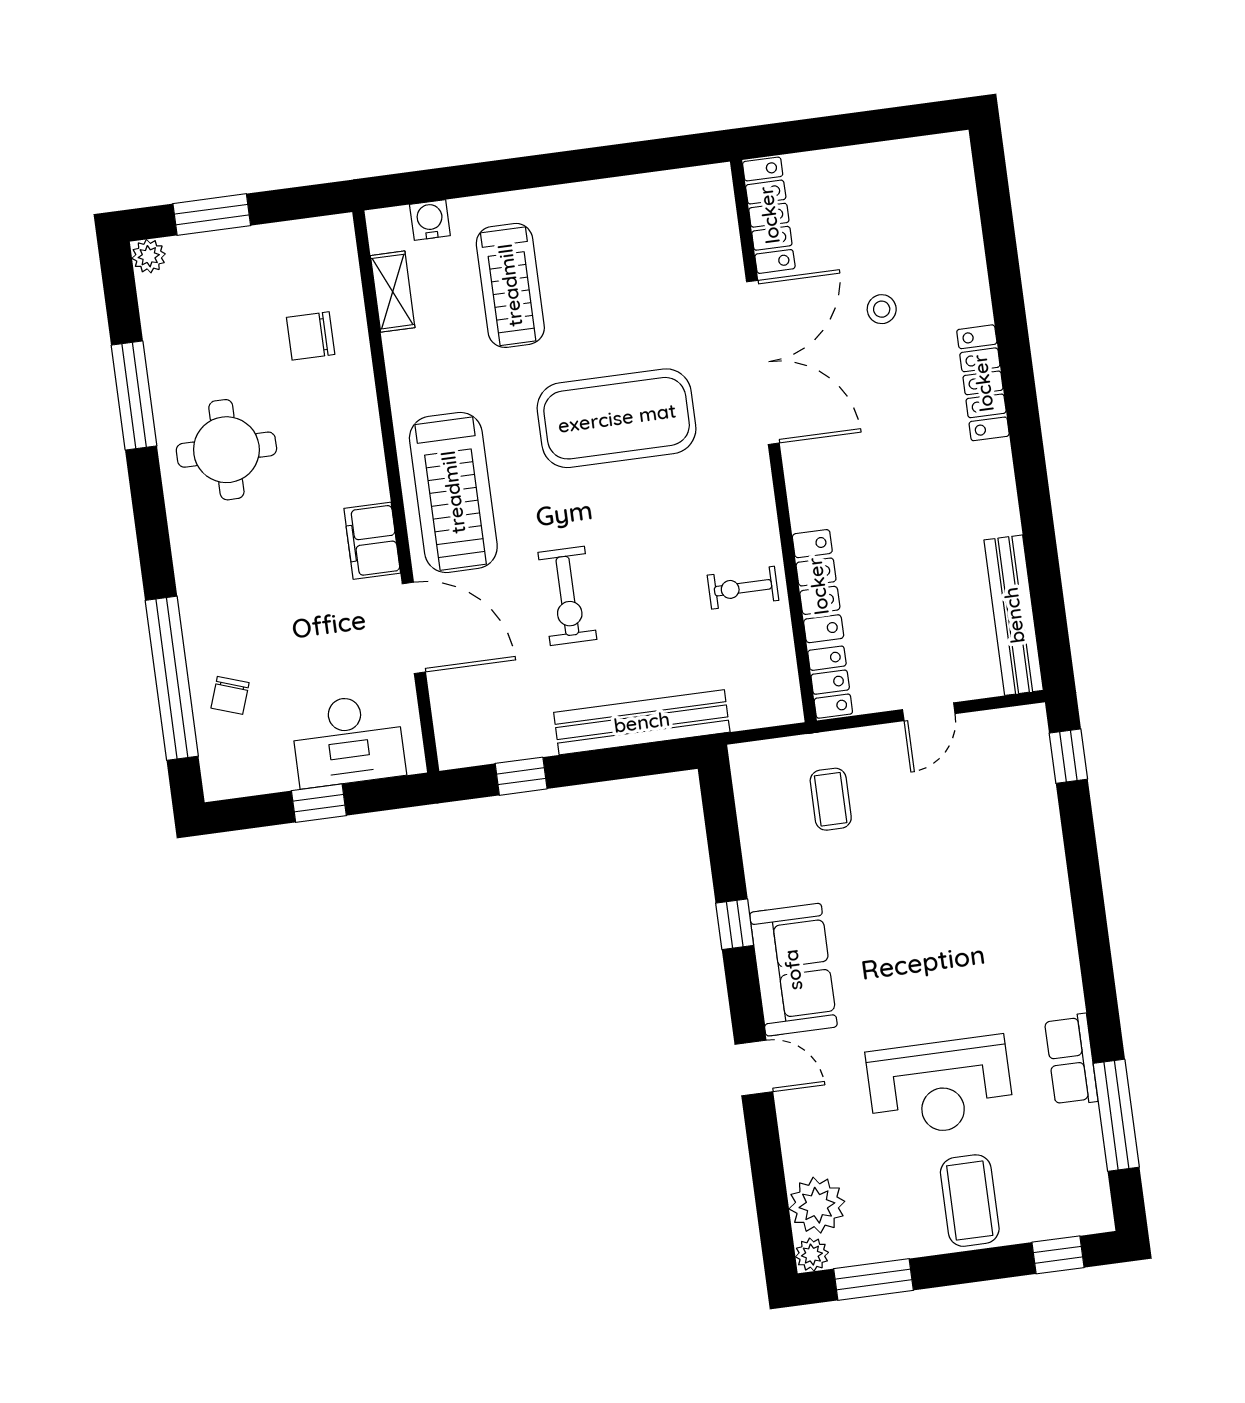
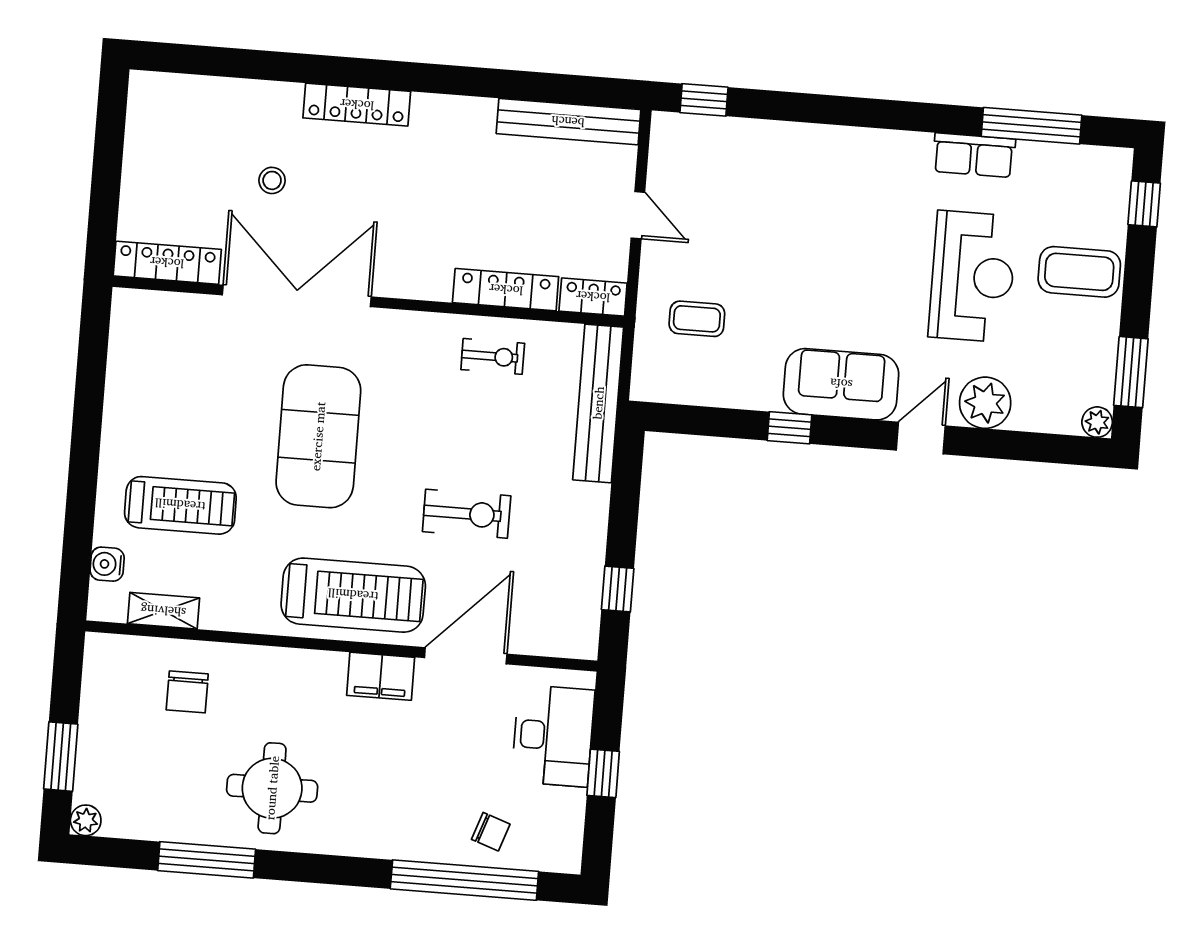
exercise bike: (743, 588) -> (493, 356), turned -90
bench: (642, 722) -> (598, 403), moved
plant: (817, 1205) -> (985, 403), moved

